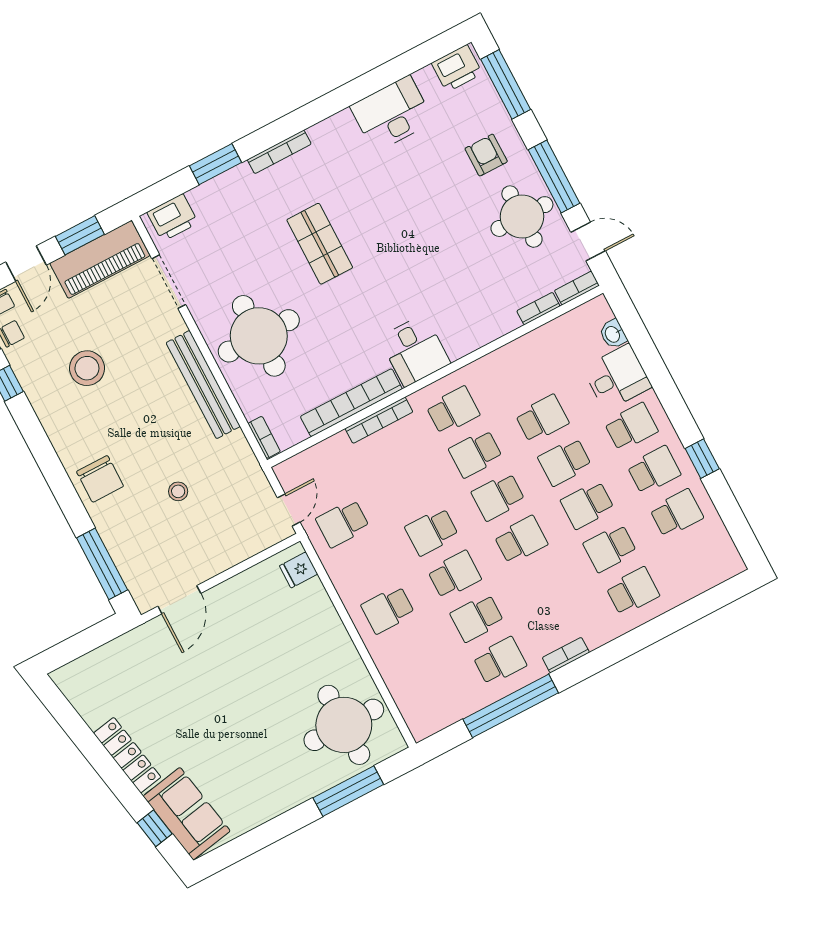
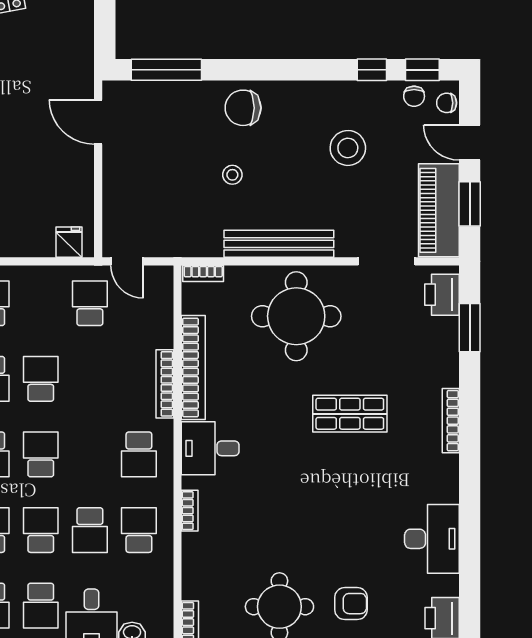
window: (215, 164) -> (470, 328), moved
bookcase: (538, 309) -> (190, 511), moved
school desk: (476, 454) -> (139, 530), moved
stool: (178, 491) -> (232, 175), moved

